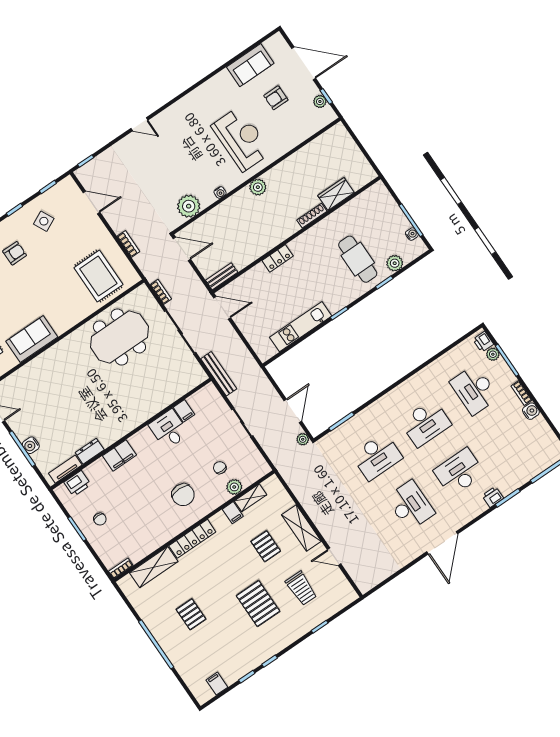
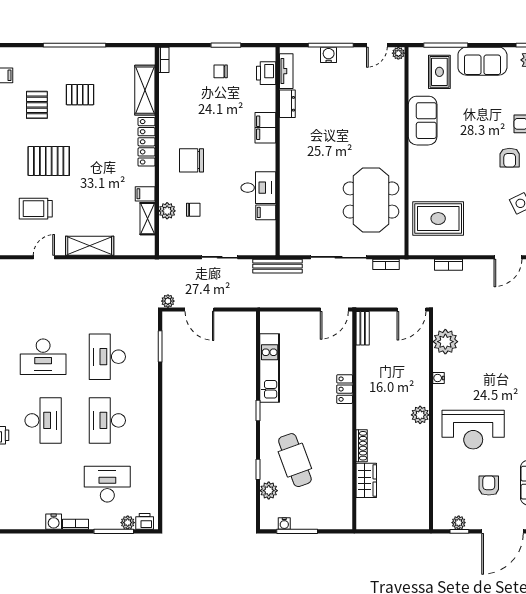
cafe table: (358, 259) -> (295, 460), turned 70
pallet: (266, 546) -> (37, 105), moved, turned 90

